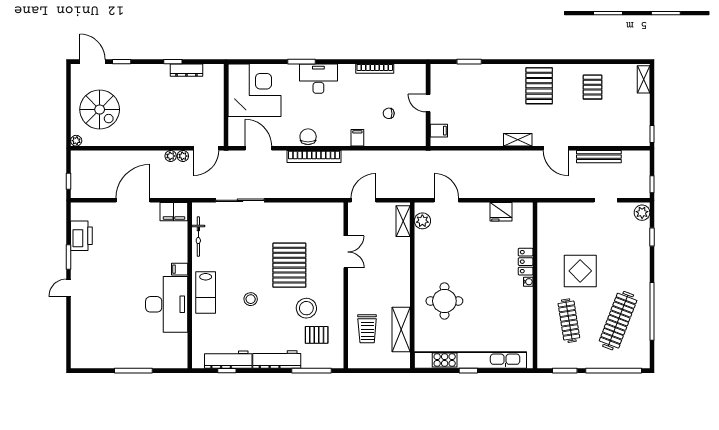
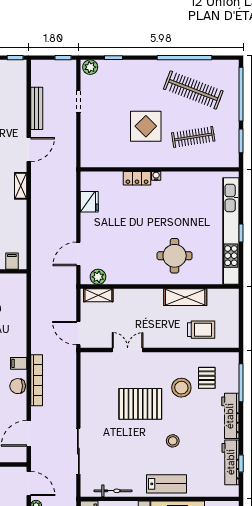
filing cabinet: (357, 138) -> (19, 363), moved
shelving: (401, 330) -> (185, 297), moved

